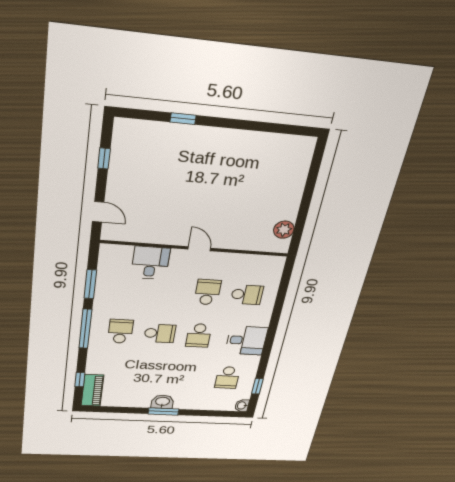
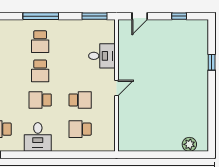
plant: (284, 230) -> (189, 144), moved
window: (90, 284) -> (94, 16), moved
school desk: (247, 295) -> (80, 129), turned 90
school desk: (120, 331) -> (40, 42), turned 90

